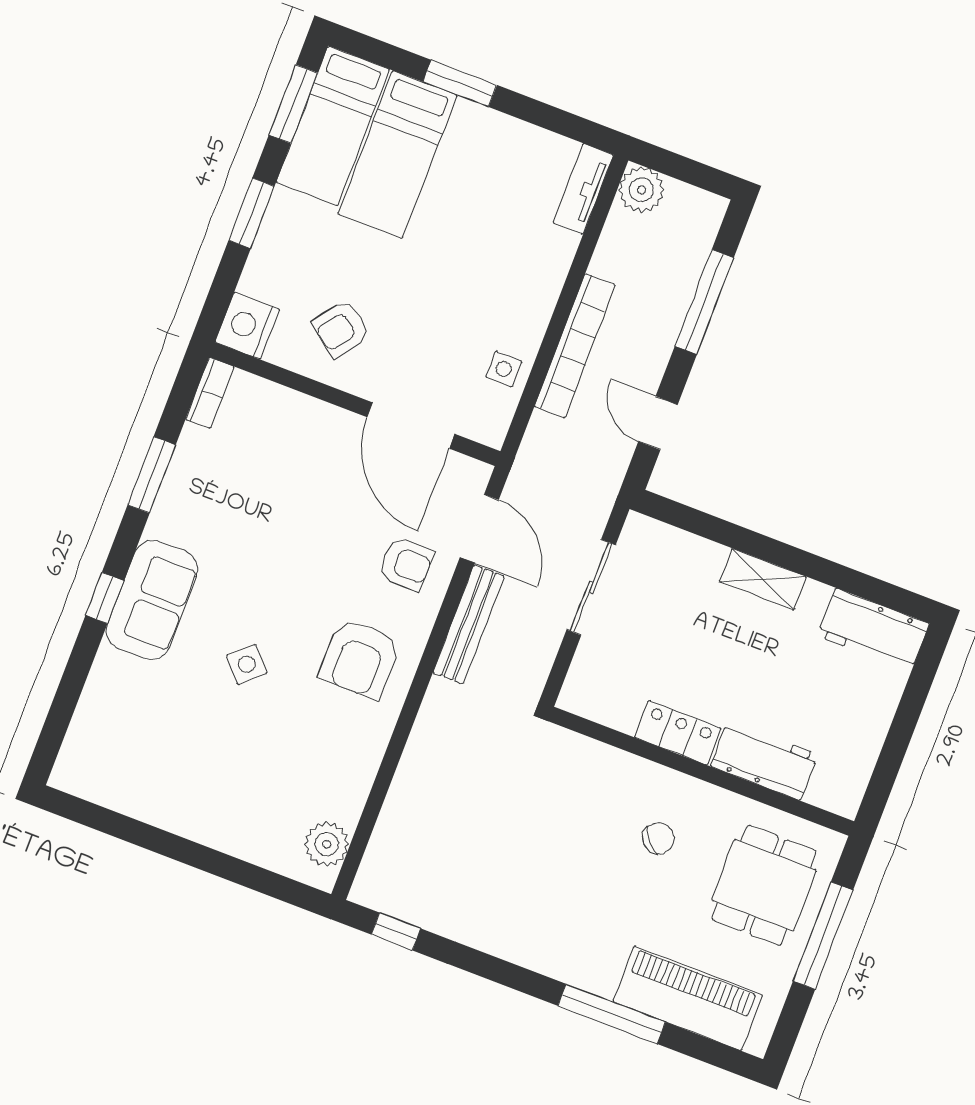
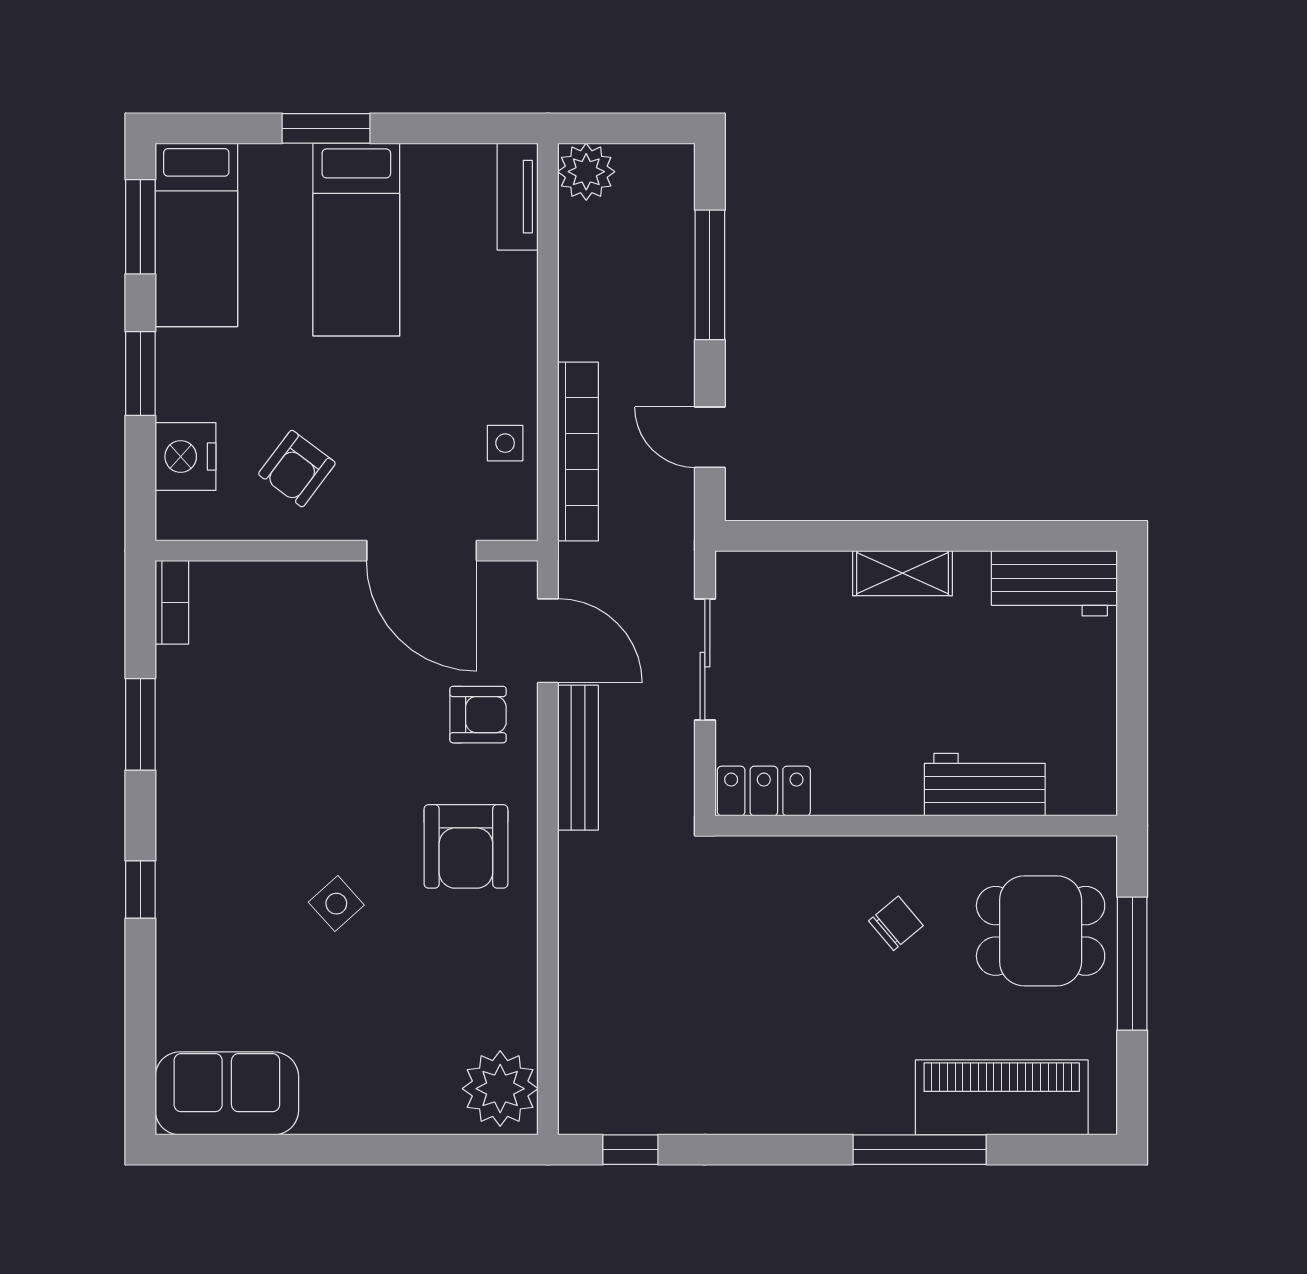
bed: (397, 155) -> (356, 240), moved
nightstand: (247, 326) -> (186, 457), moved
bookcase: (575, 346) -> (578, 452), moved
sofa: (152, 600) -> (227, 1093), moved, turned -90
locker: (678, 733) -> (764, 791), moved
plant: (327, 844) -> (500, 1089), width x1.36, depth x1.36
dining table: (764, 885) -> (1041, 931), turned 90

